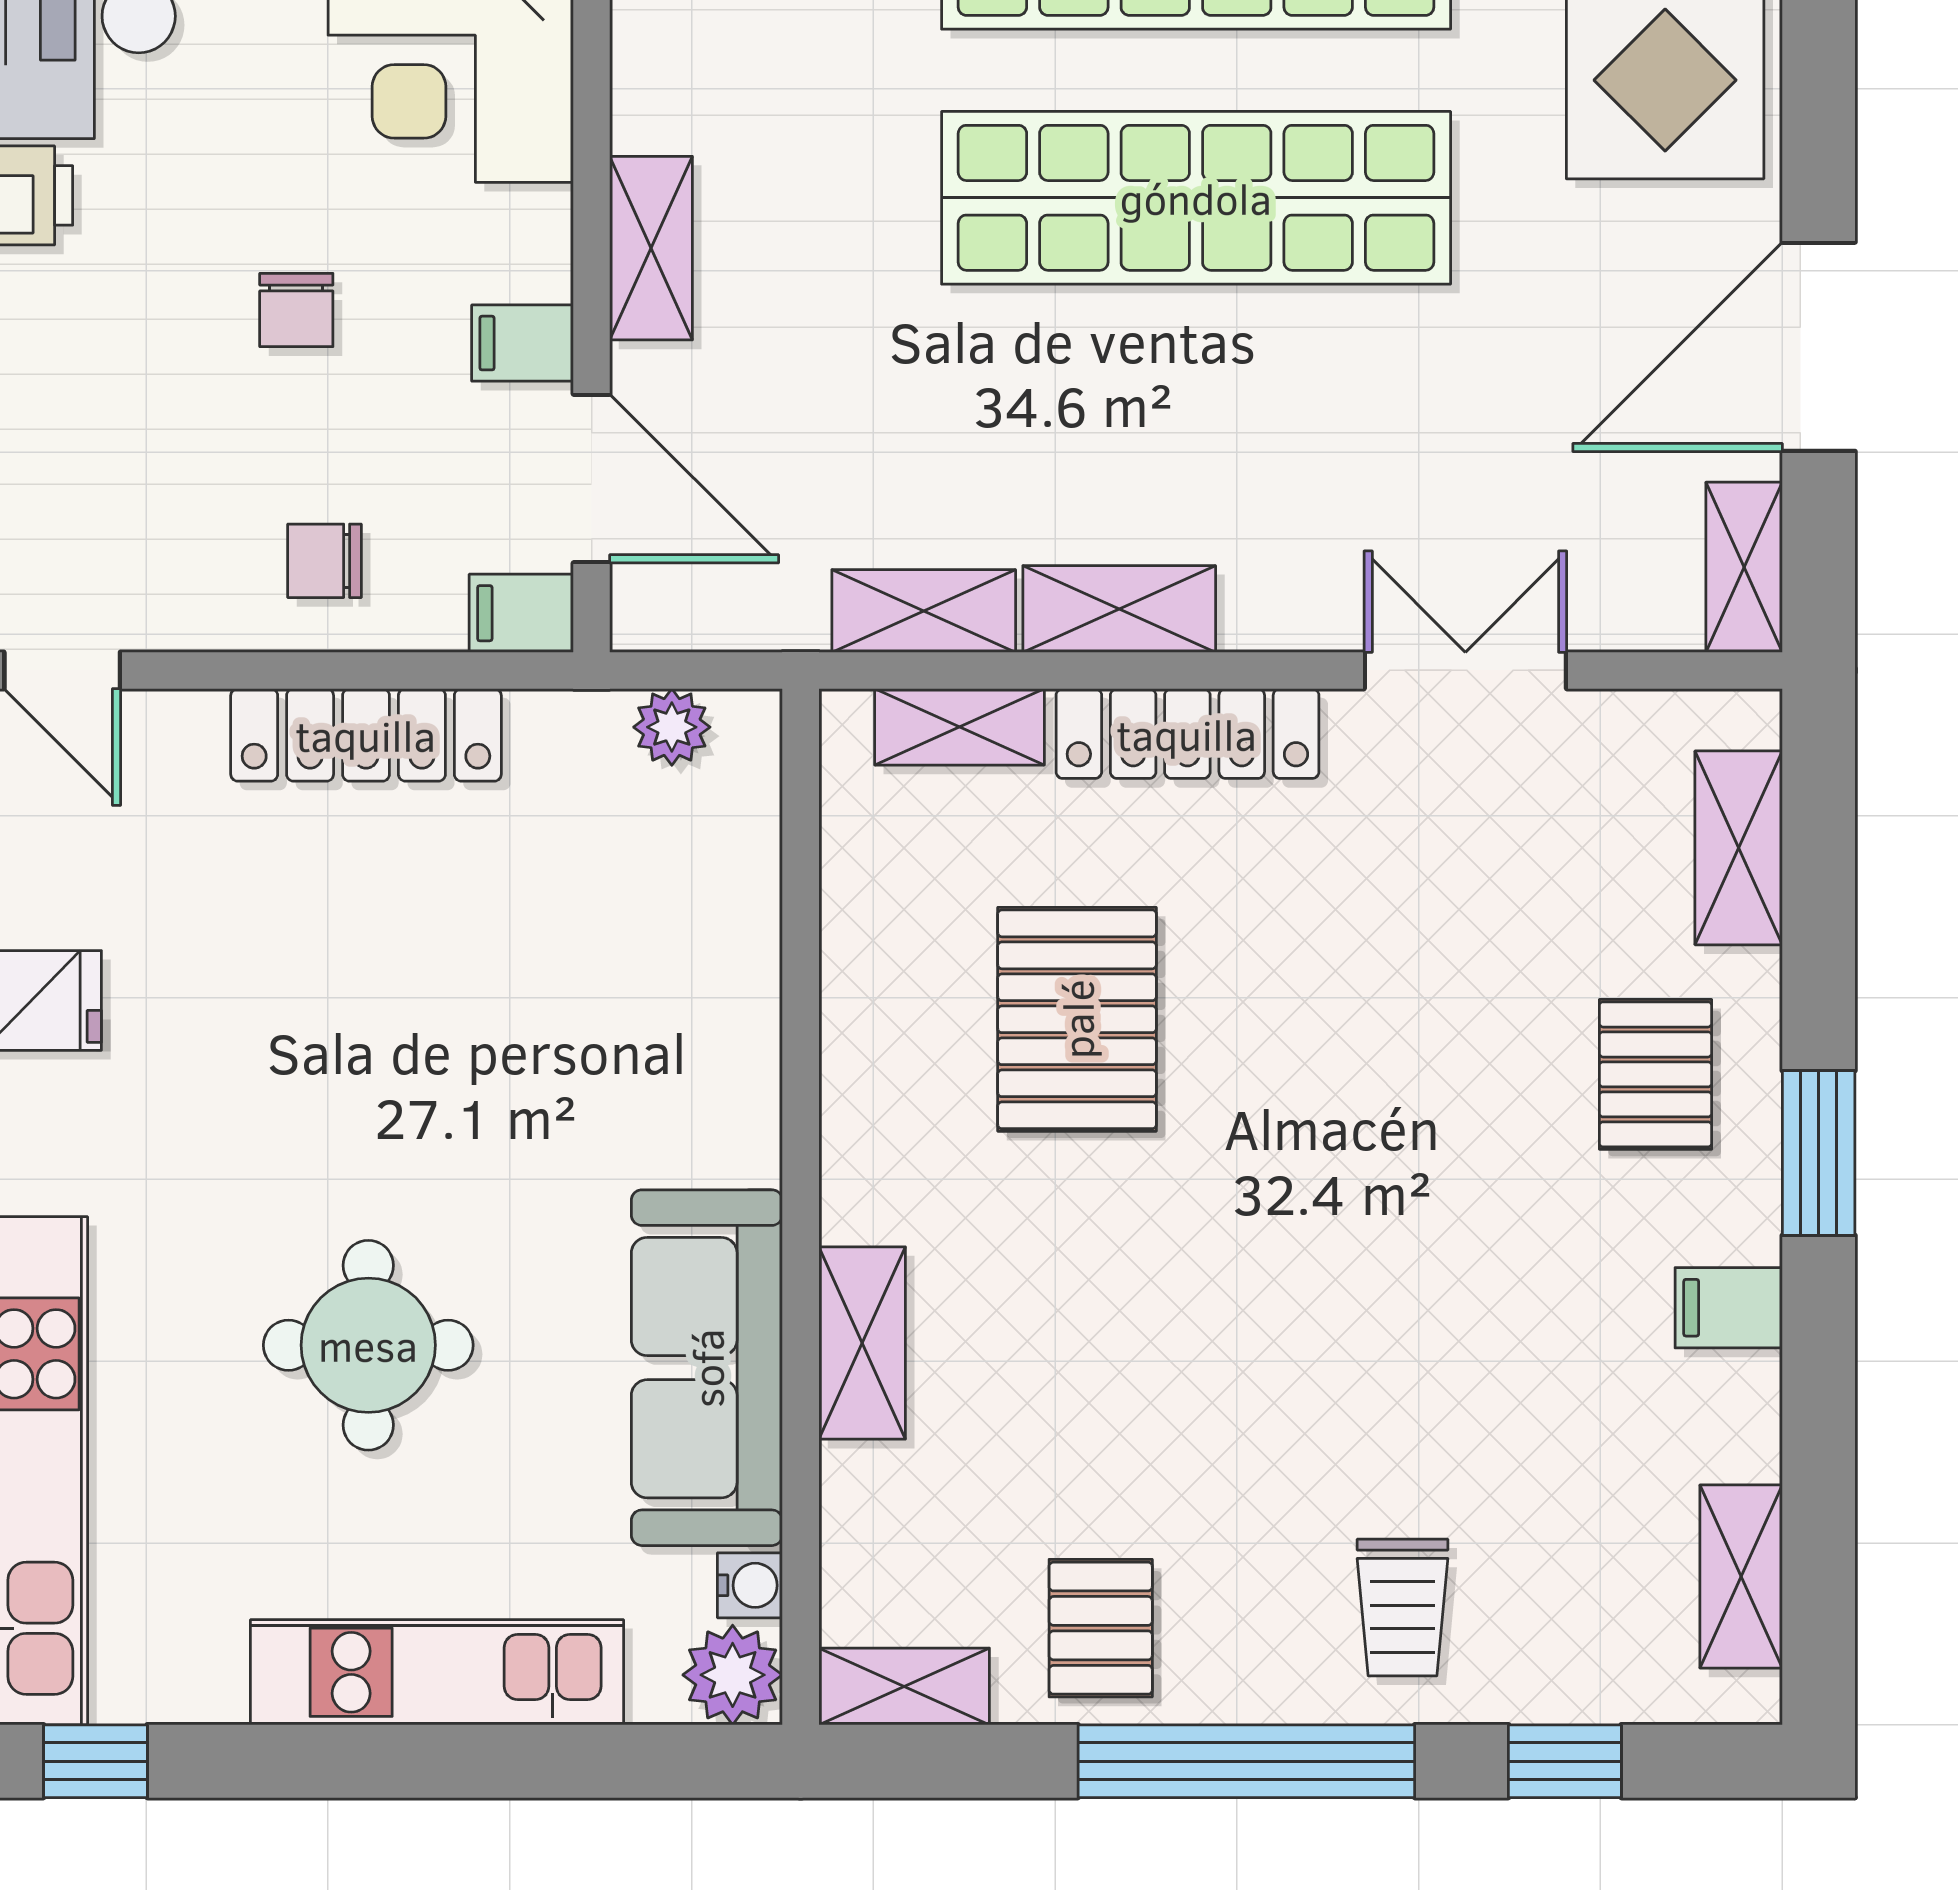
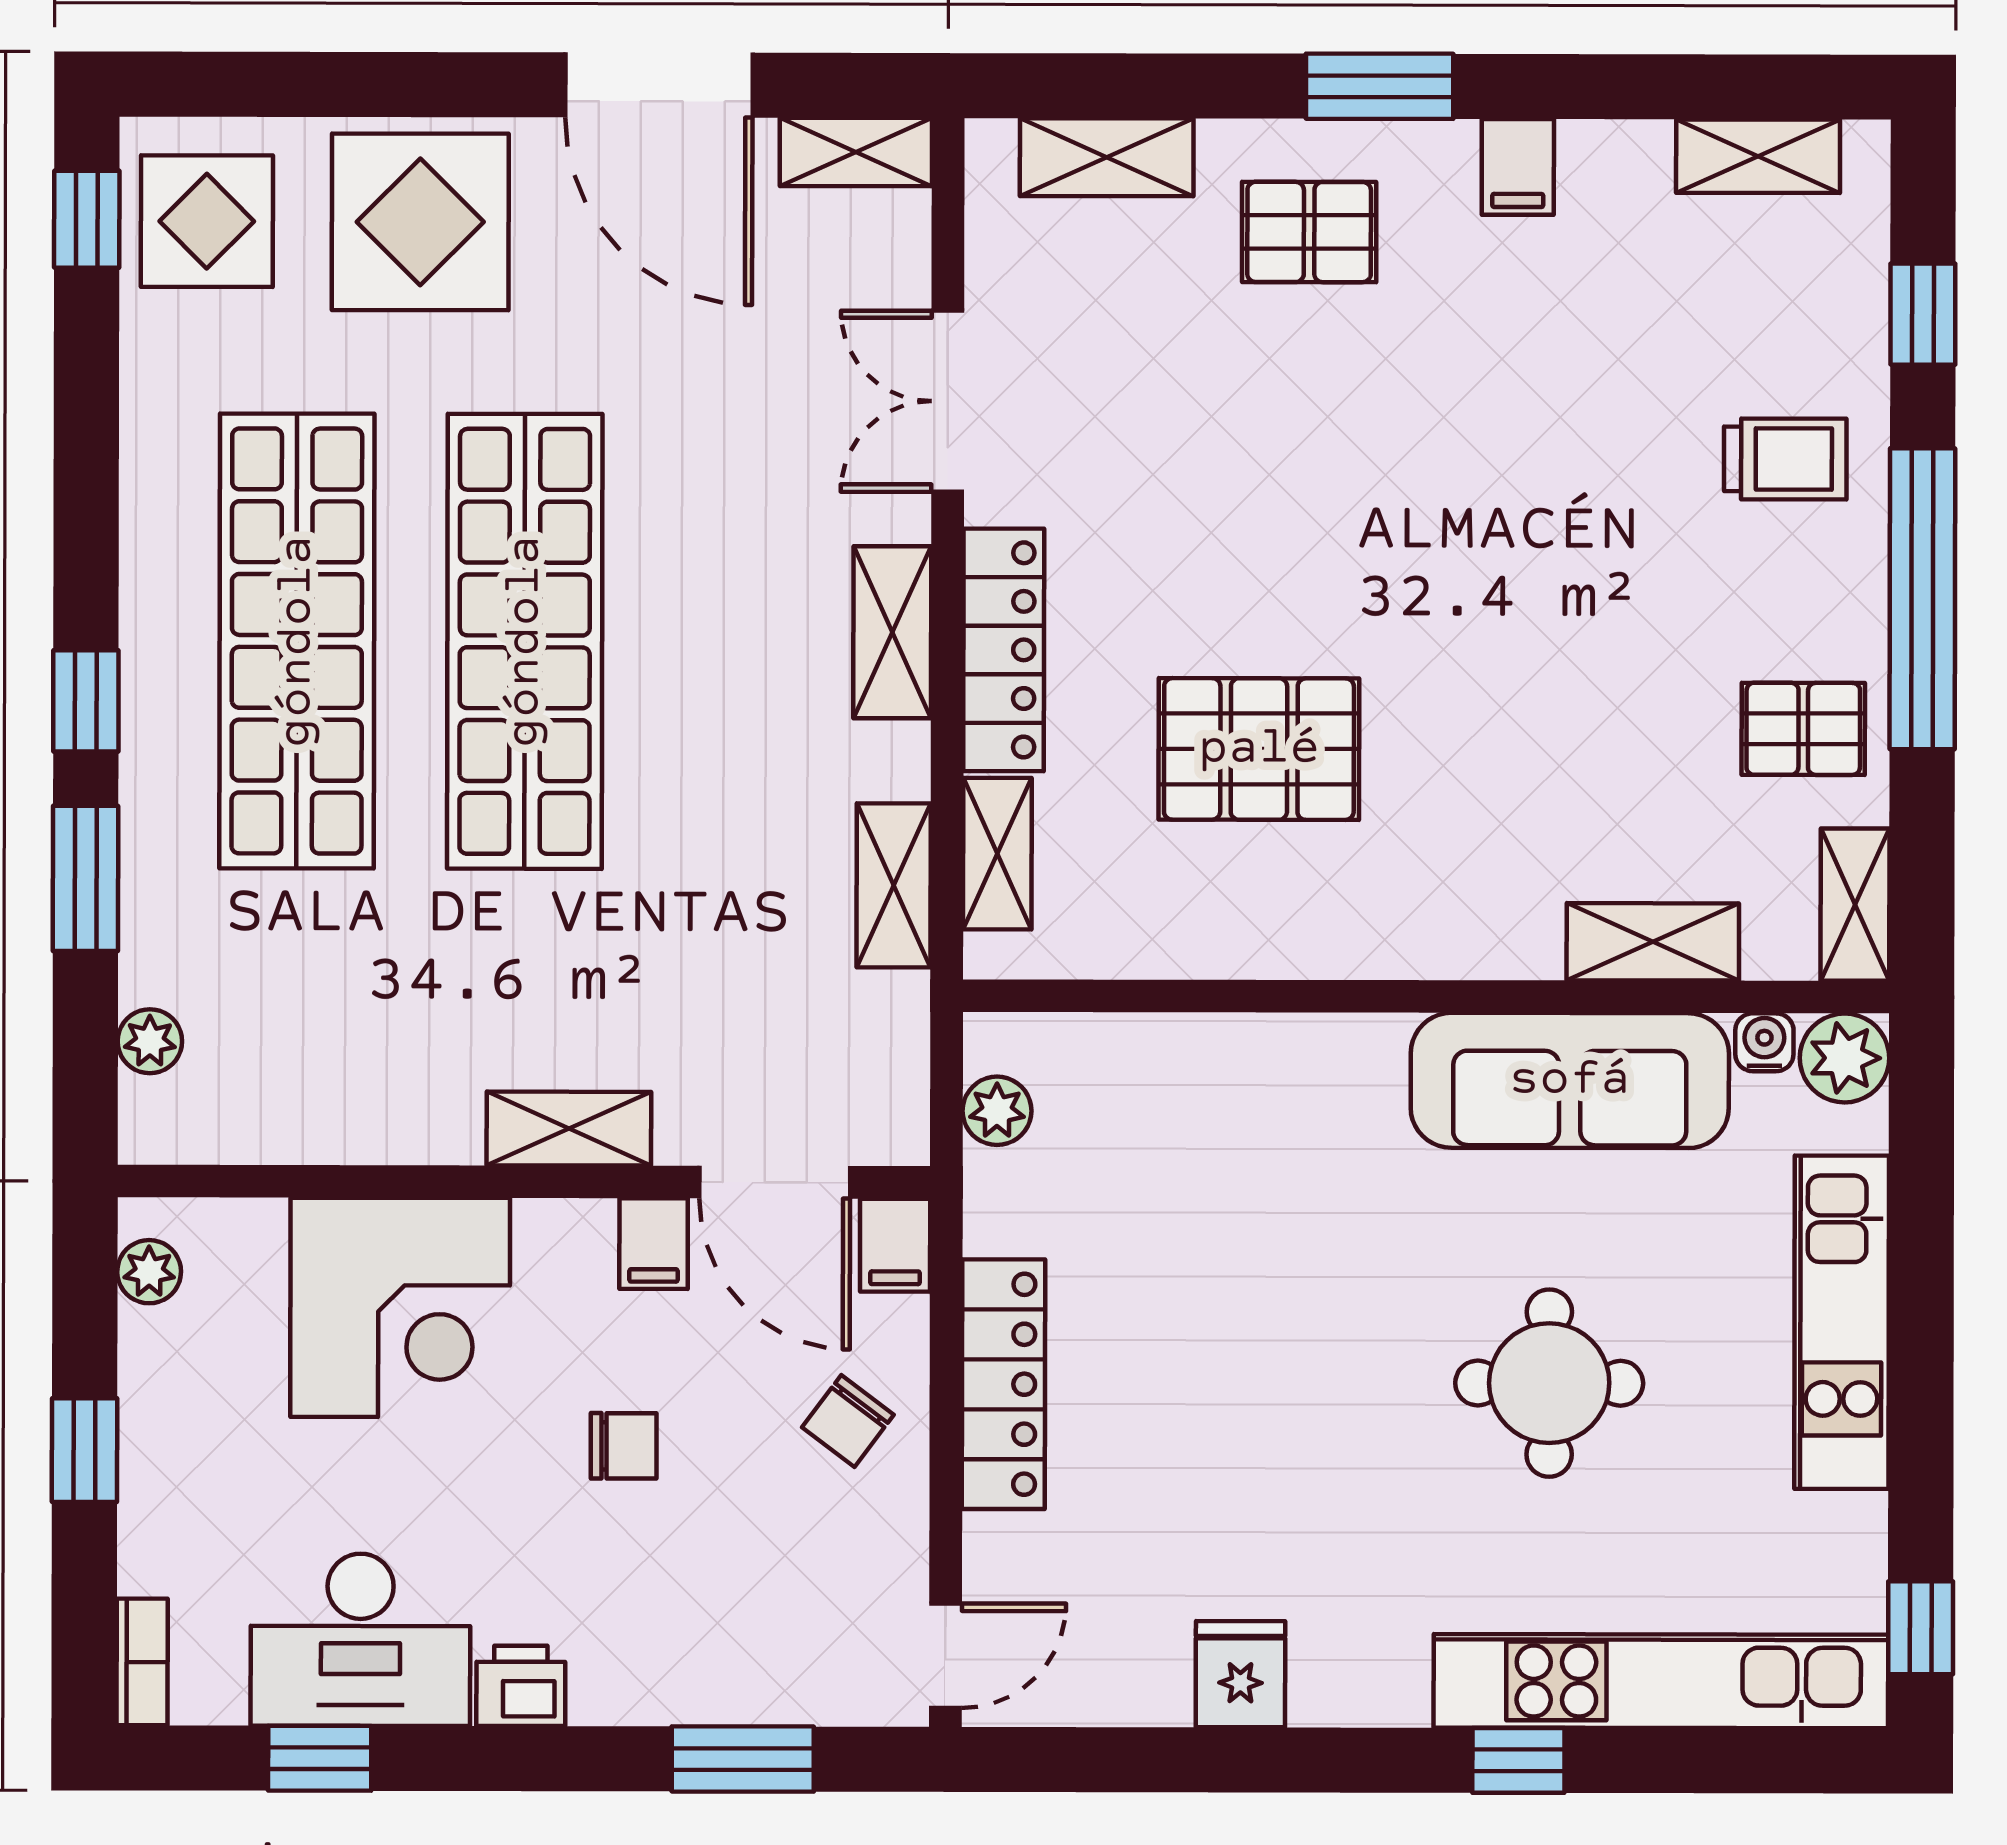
door: (592, 478) -> (775, 1182), swing flipped
chair: (325, 561) -> (848, 1421), turned 37
shelving: (1119, 609) -> (892, 632), moved
shelving: (862, 1343) -> (1653, 942), moved

